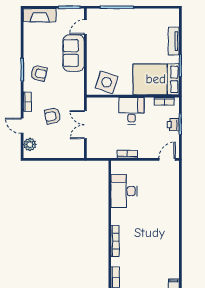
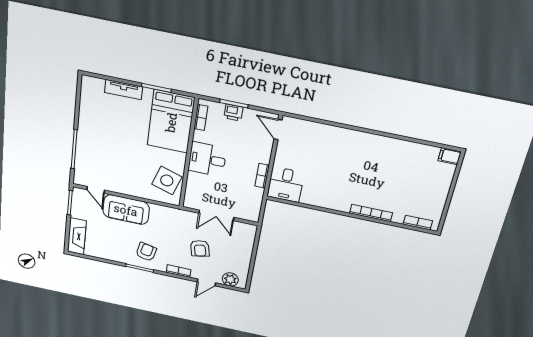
desk: (124, 191) -> (286, 185), moved, width x0.73

